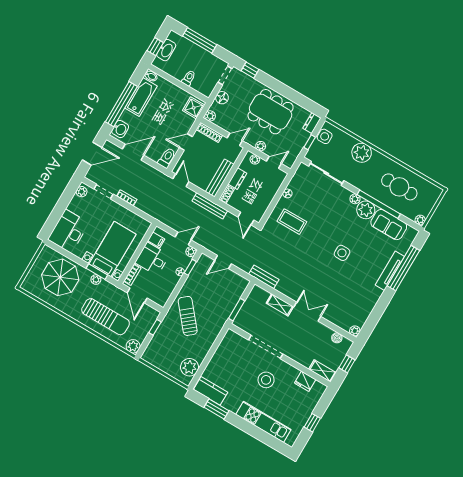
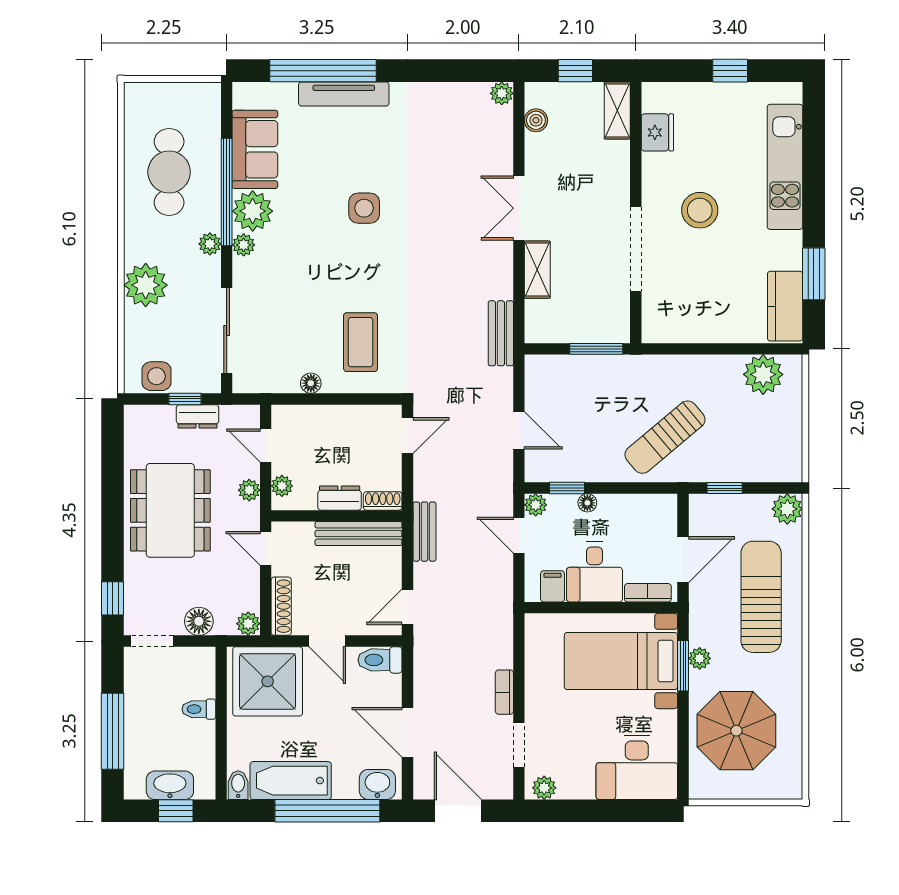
shower: (194, 108) -> (268, 681), width x1.86, depth x1.86
dresser: (312, 123) -> (198, 416), moved
bench: (210, 206) -> (424, 532), width x0.73
plant: (420, 220) -> (210, 244), moved

